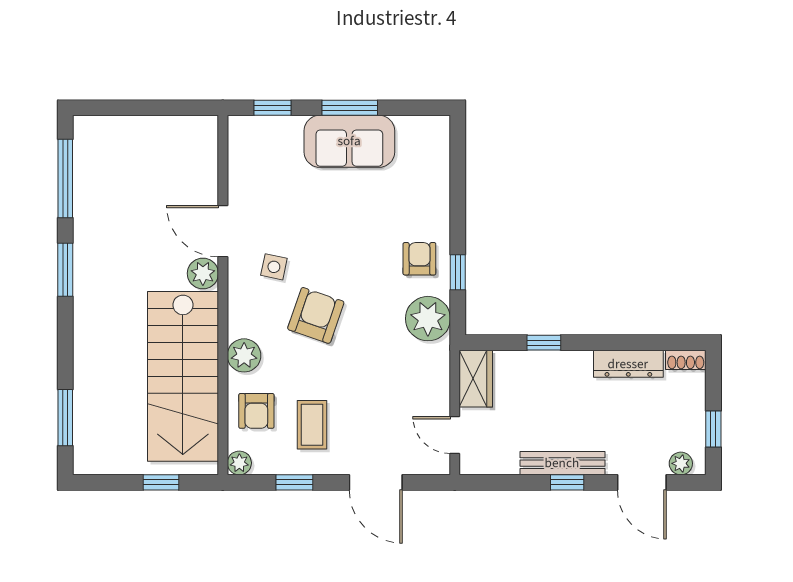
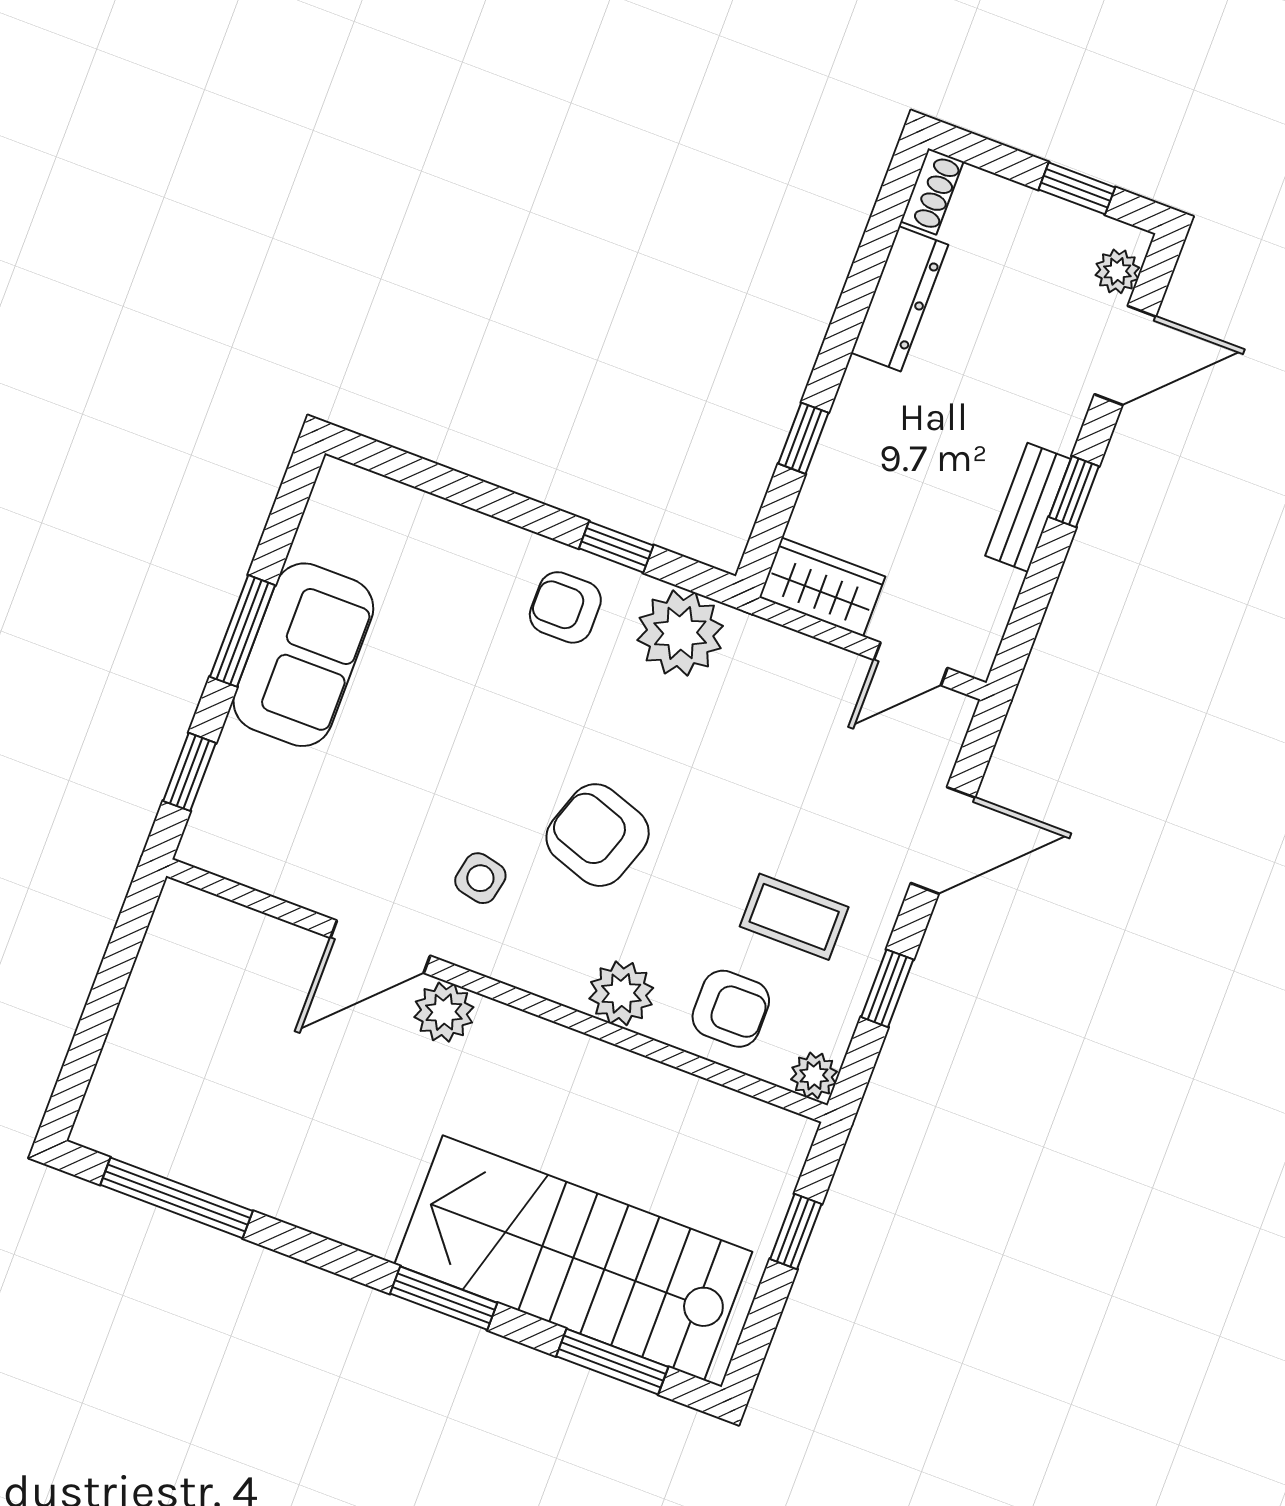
window: (65, 270) -> (444, 1298), moved
stairs: (183, 376) -> (573, 1258), moved, turned 180
bench: (562, 463) -> (1028, 507), width x0.73

